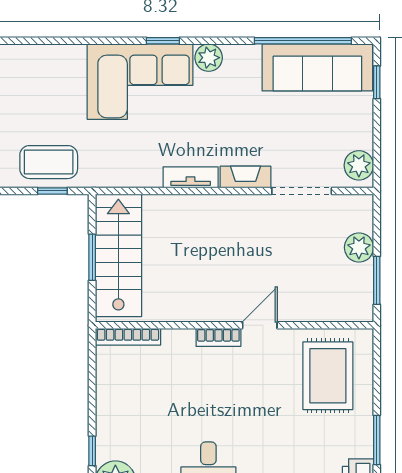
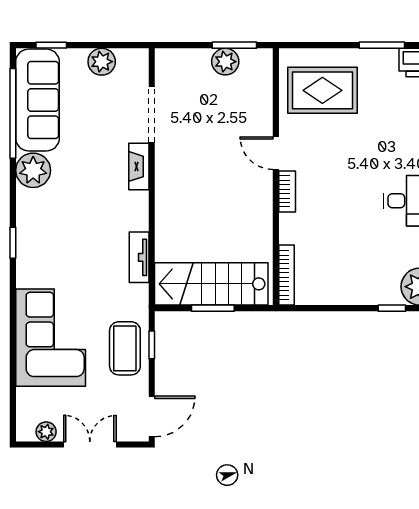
plant: (209, 58) -> (33, 170), moved, width x1.36, depth x1.36
corner sofa: (140, 82) -> (51, 338), moved
plant: (359, 165) -> (102, 62), moved
tv unit: (191, 177) -> (139, 257), moved
plant: (359, 247) -> (225, 62), moved

